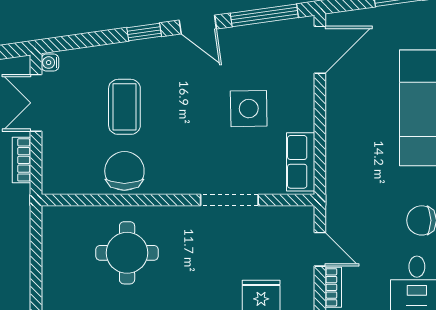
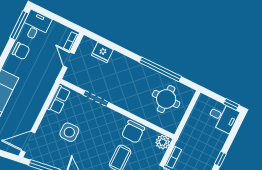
plant: (57, 179) -> (163, 142), added
round table: (127, 253) -> (166, 99), moved

